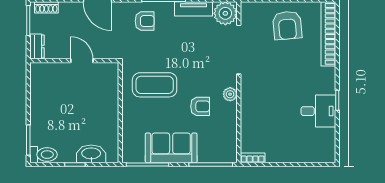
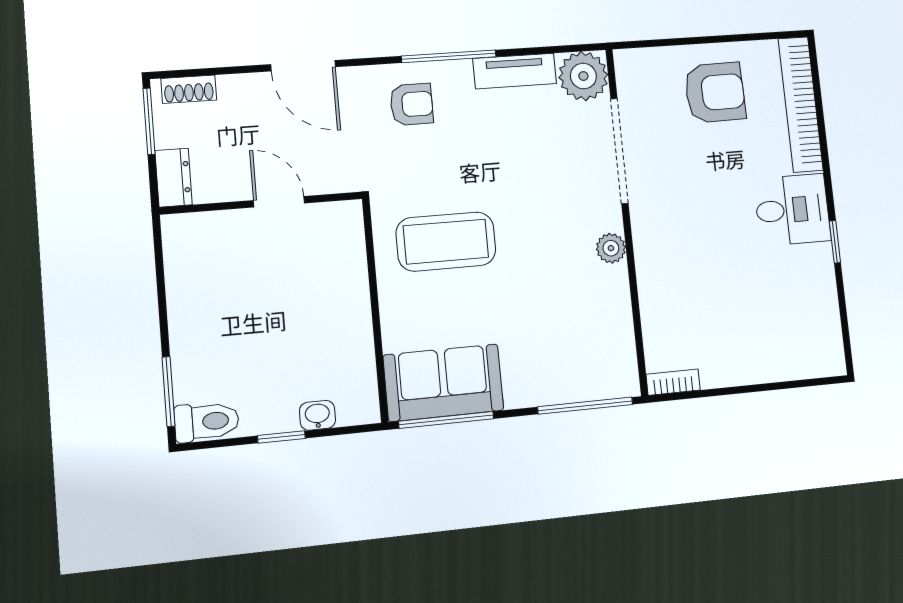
armchair: (287, 25) -> (715, 93), turned -86
armchair: (200, 106) -> (549, 280), removed
desk: (318, 111) -> (792, 210), moved
sofa: (171, 148) -> (443, 383), moved
washbasin: (91, 154) -> (317, 415), width x0.52, depth x0.69

